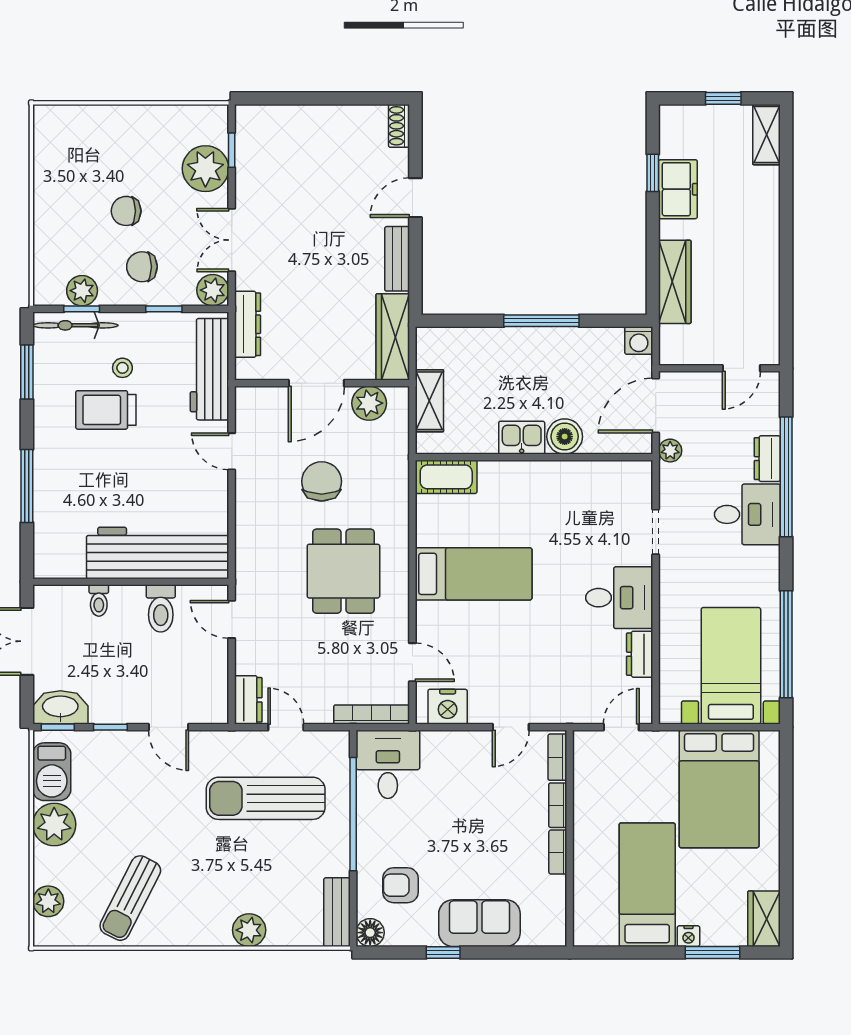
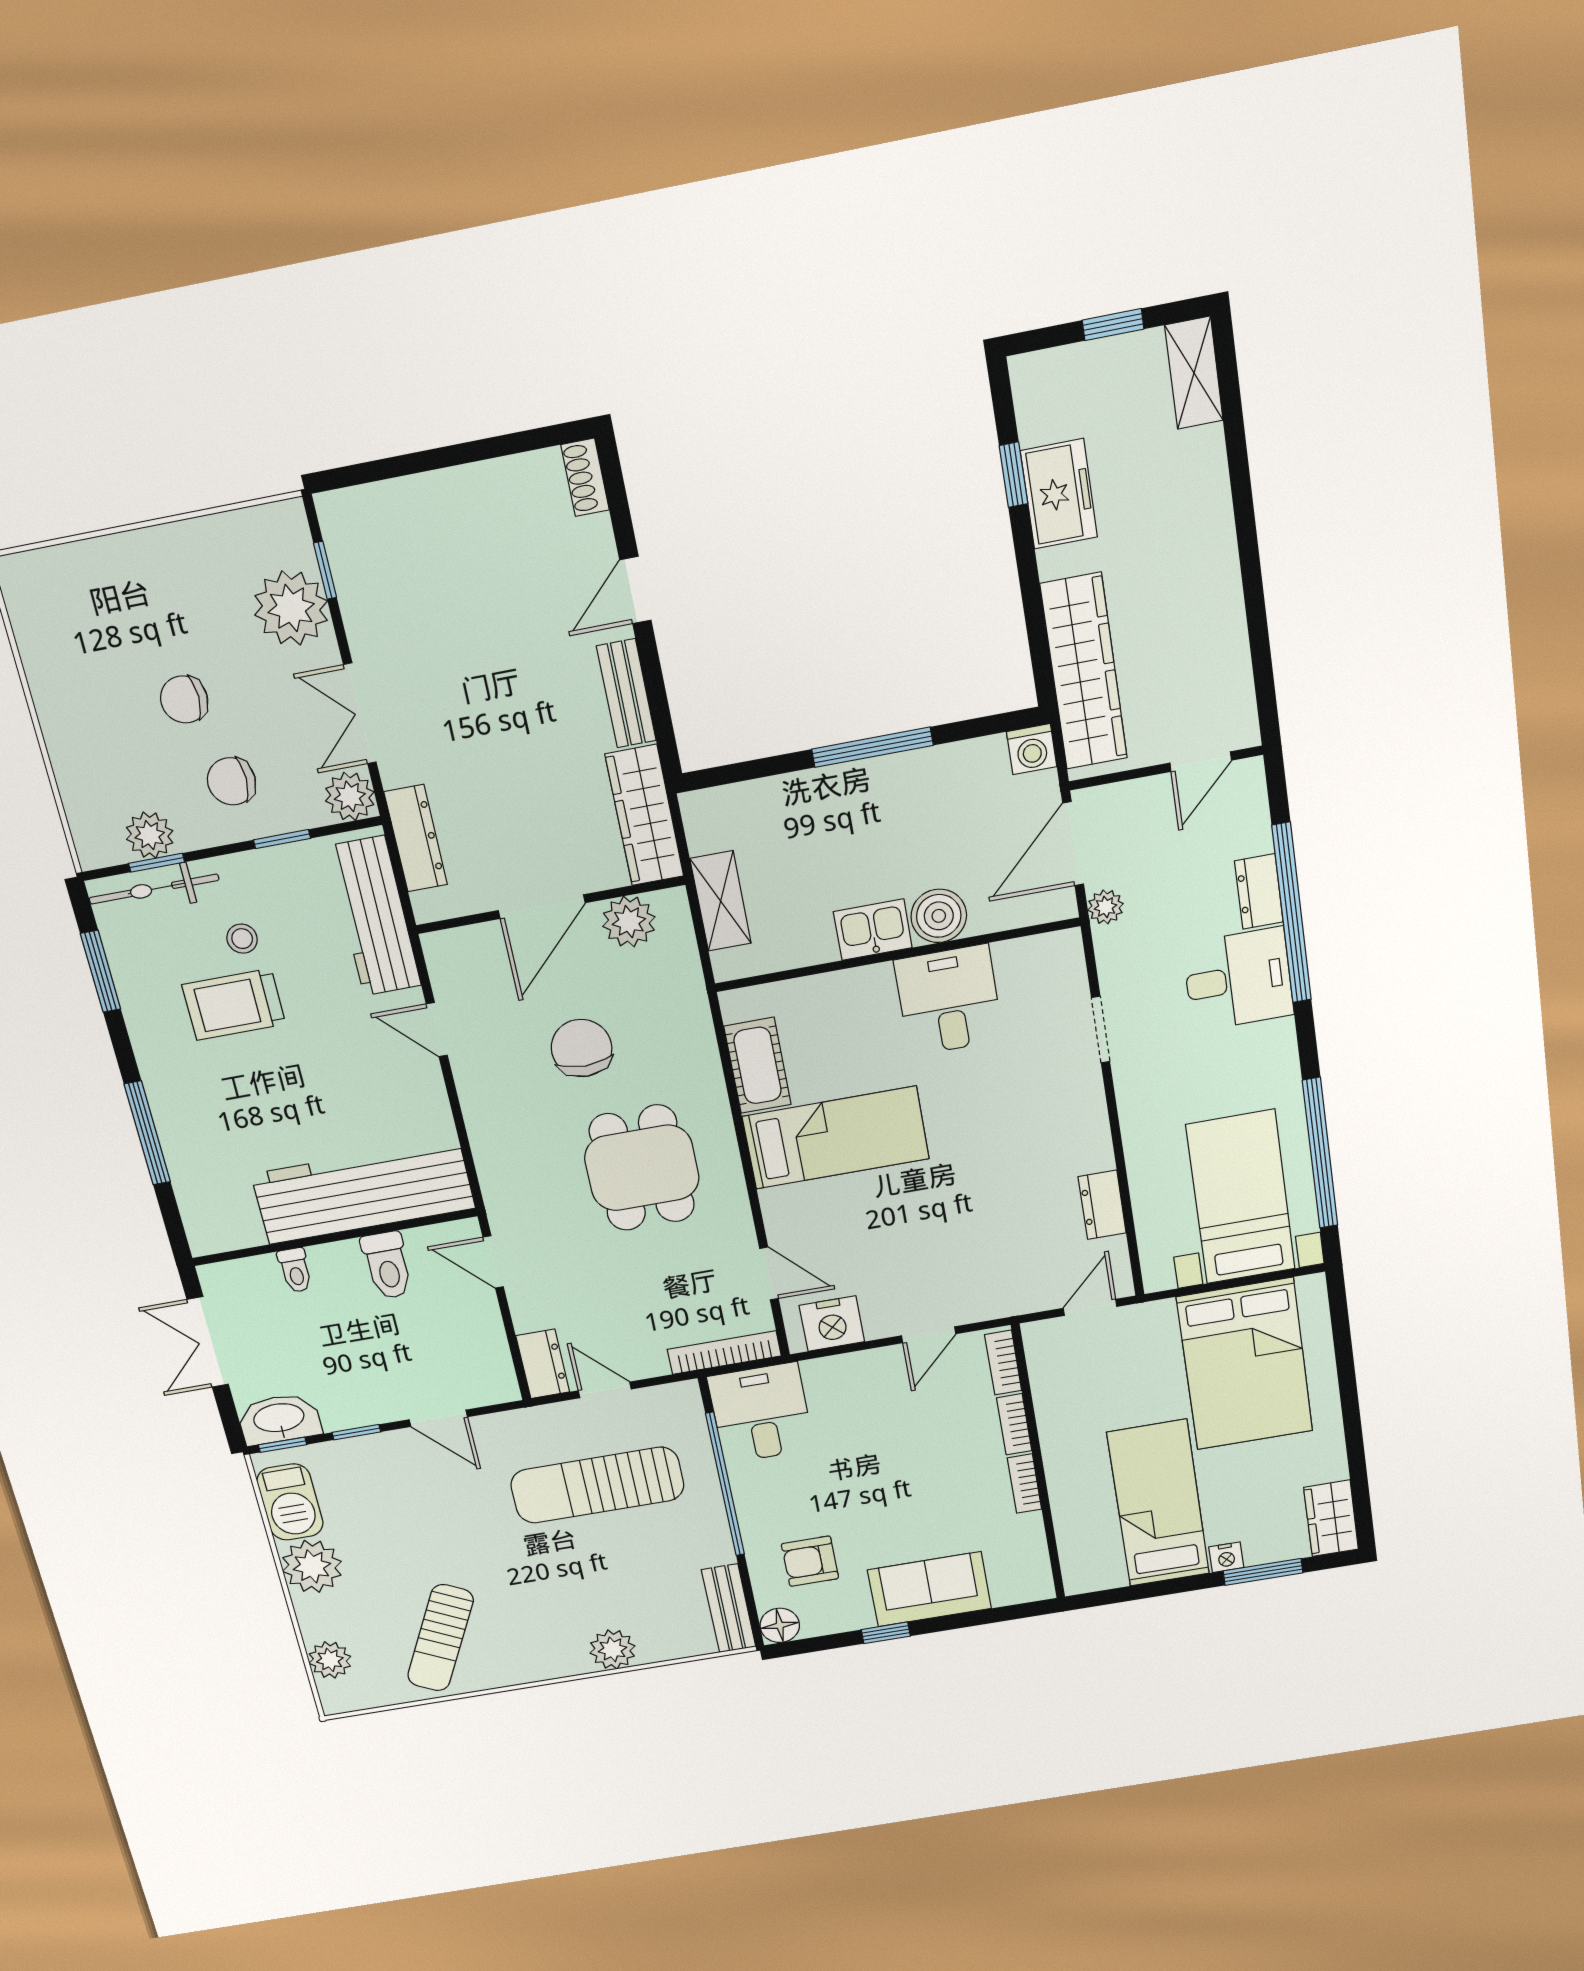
wardrobe: (675, 282) -> (1084, 672), width x1.40, depth x1.17
cot: (446, 477) -> (758, 1065), moved, turned 90
desk: (619, 598) -> (949, 1000), moved, turned -90

